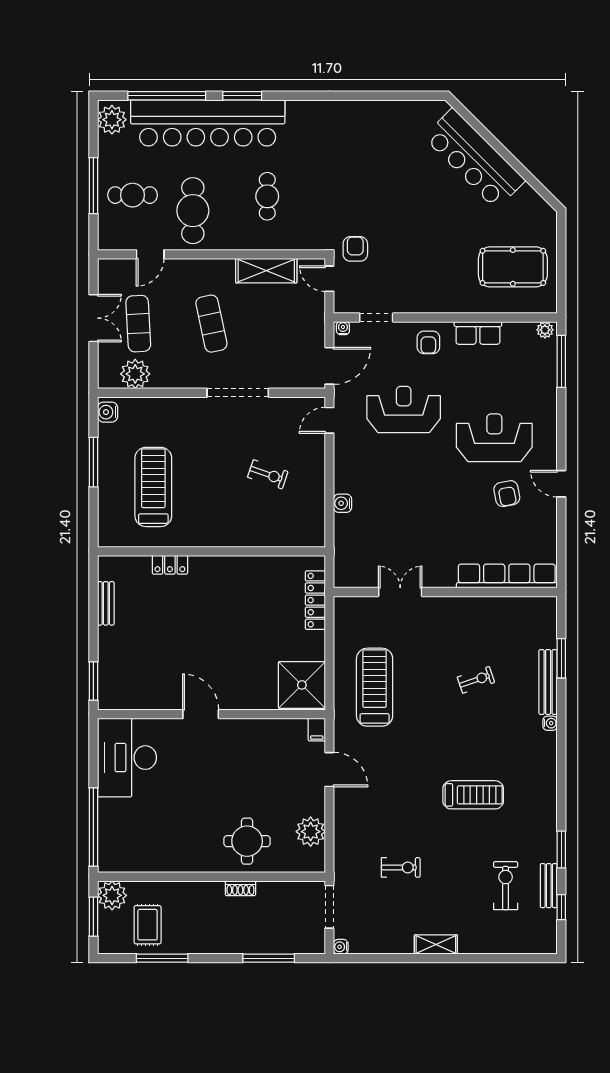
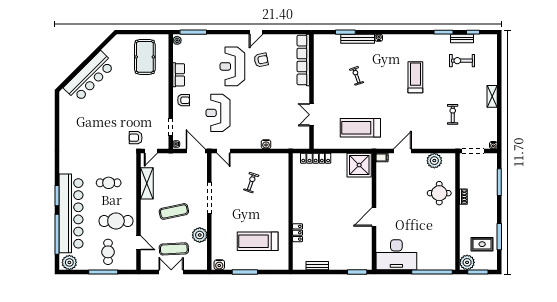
plant: (135, 374) -> (200, 235), moved

